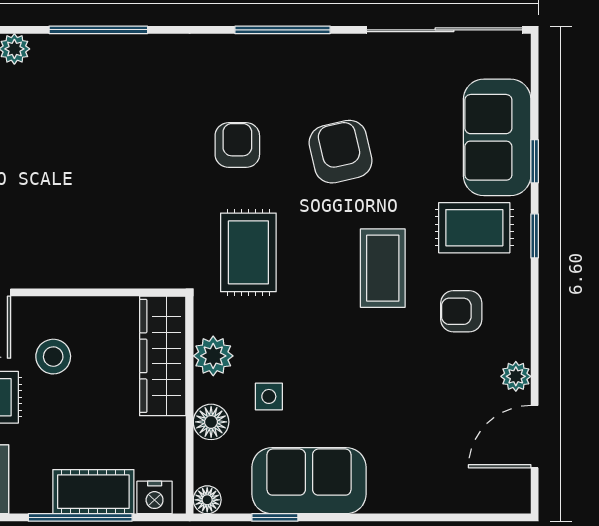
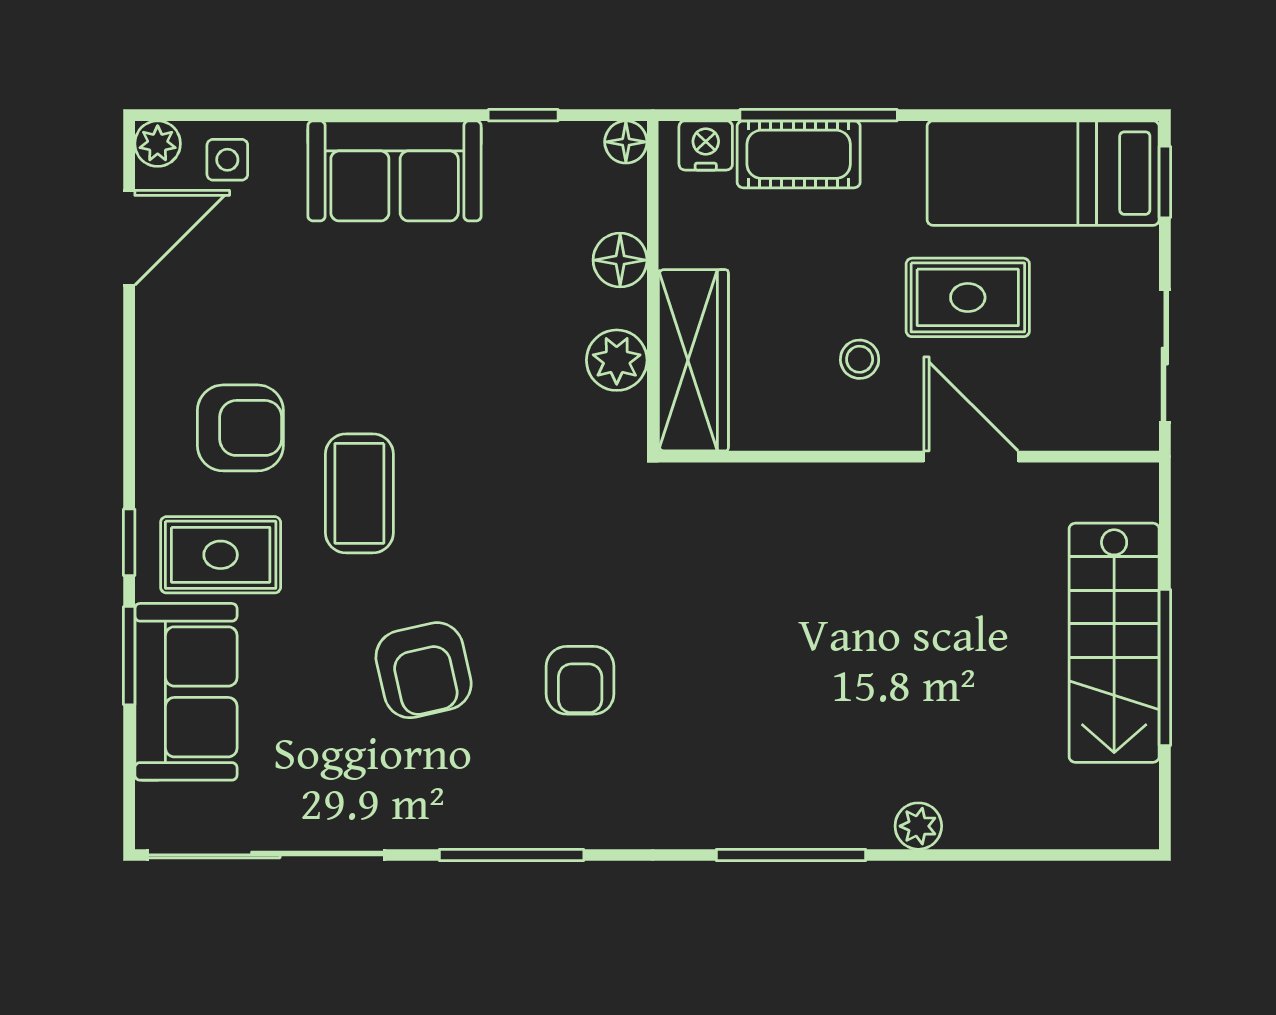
window: (535, 161) -> (129, 656), width x1.50
rug: (248, 252) -> (563, 517), removed
armchair: (461, 311) -> (240, 428), width x1.38, depth x1.38
stool: (53, 357) -> (860, 359), width x0.73, depth x0.73
plant: (516, 376) -> (158, 144), moved
side table: (269, 396) -> (227, 160), moved
sofa: (309, 481) -> (395, 171), moved

